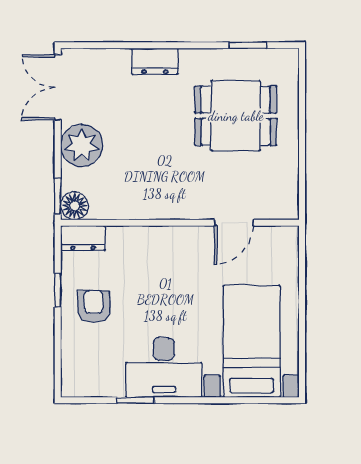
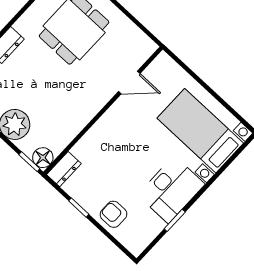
door: (234, 223) -> (129, 82), hinge flipped
armchair: (94, 306) -> (113, 214), moved

